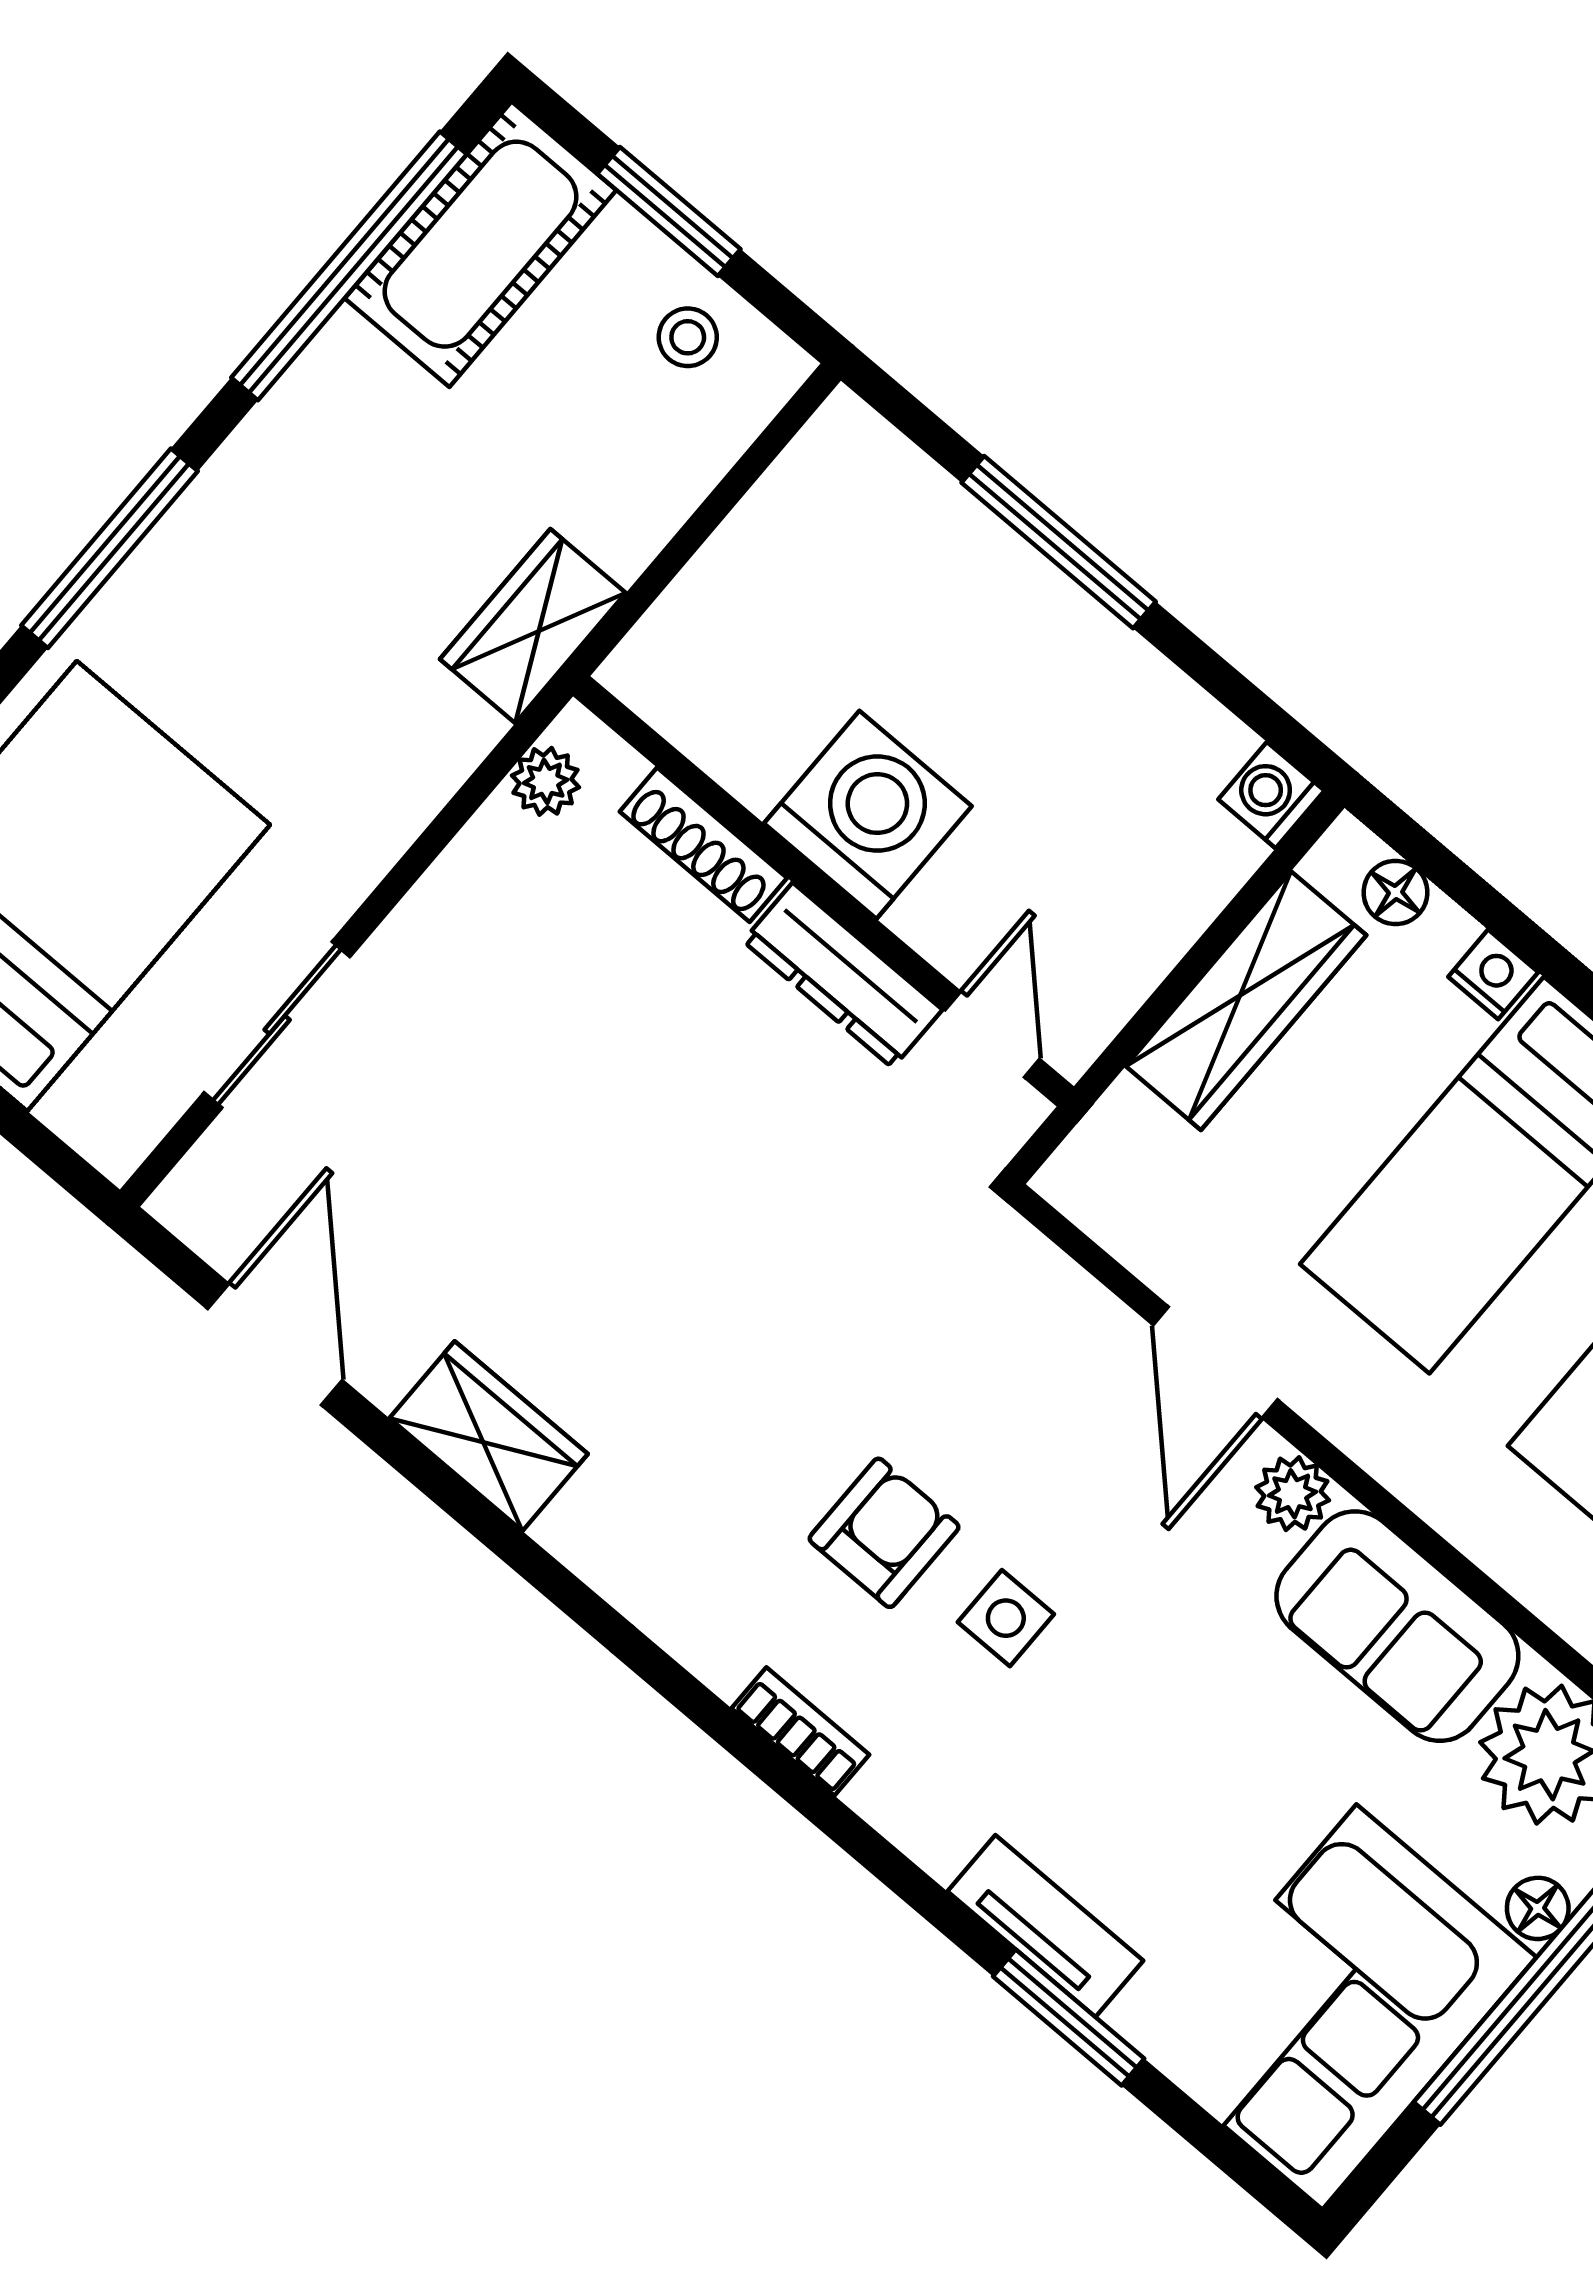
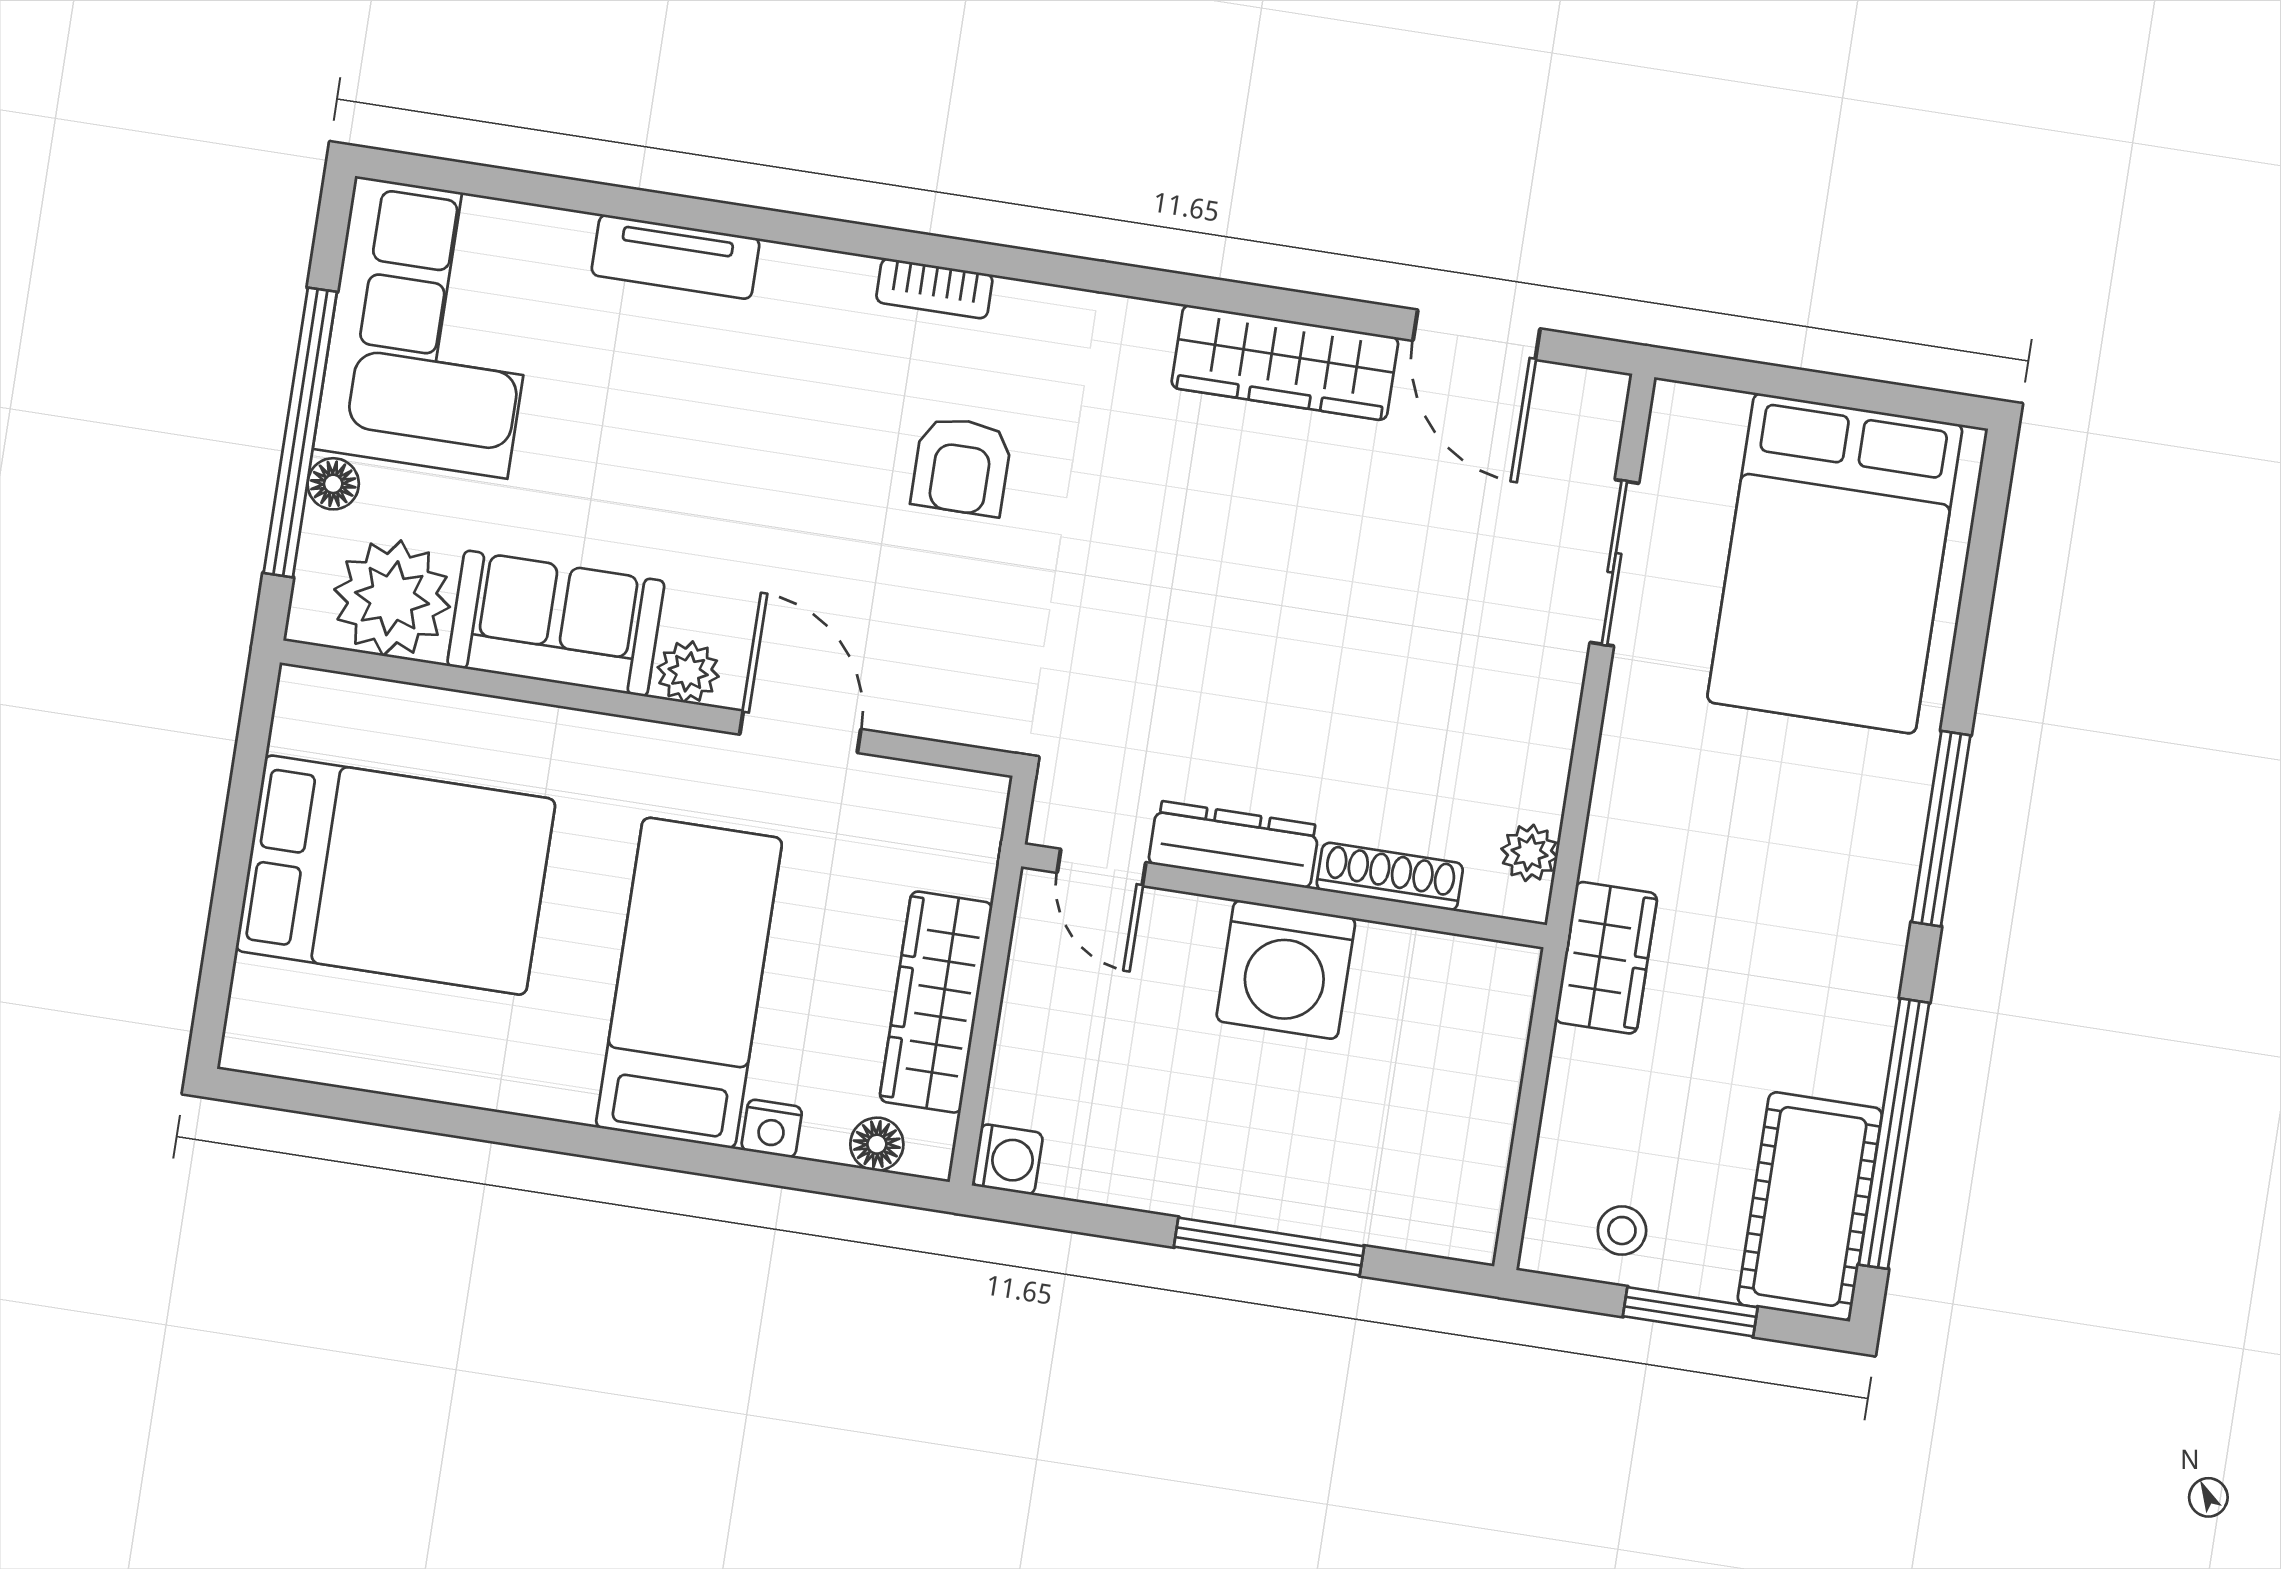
wardrobe: (489, 1436) -> (1285, 363), width x1.50
side table: (1006, 1618) -> (838, 458), removed
window: (1069, 2017) -> (619, 202), removed

